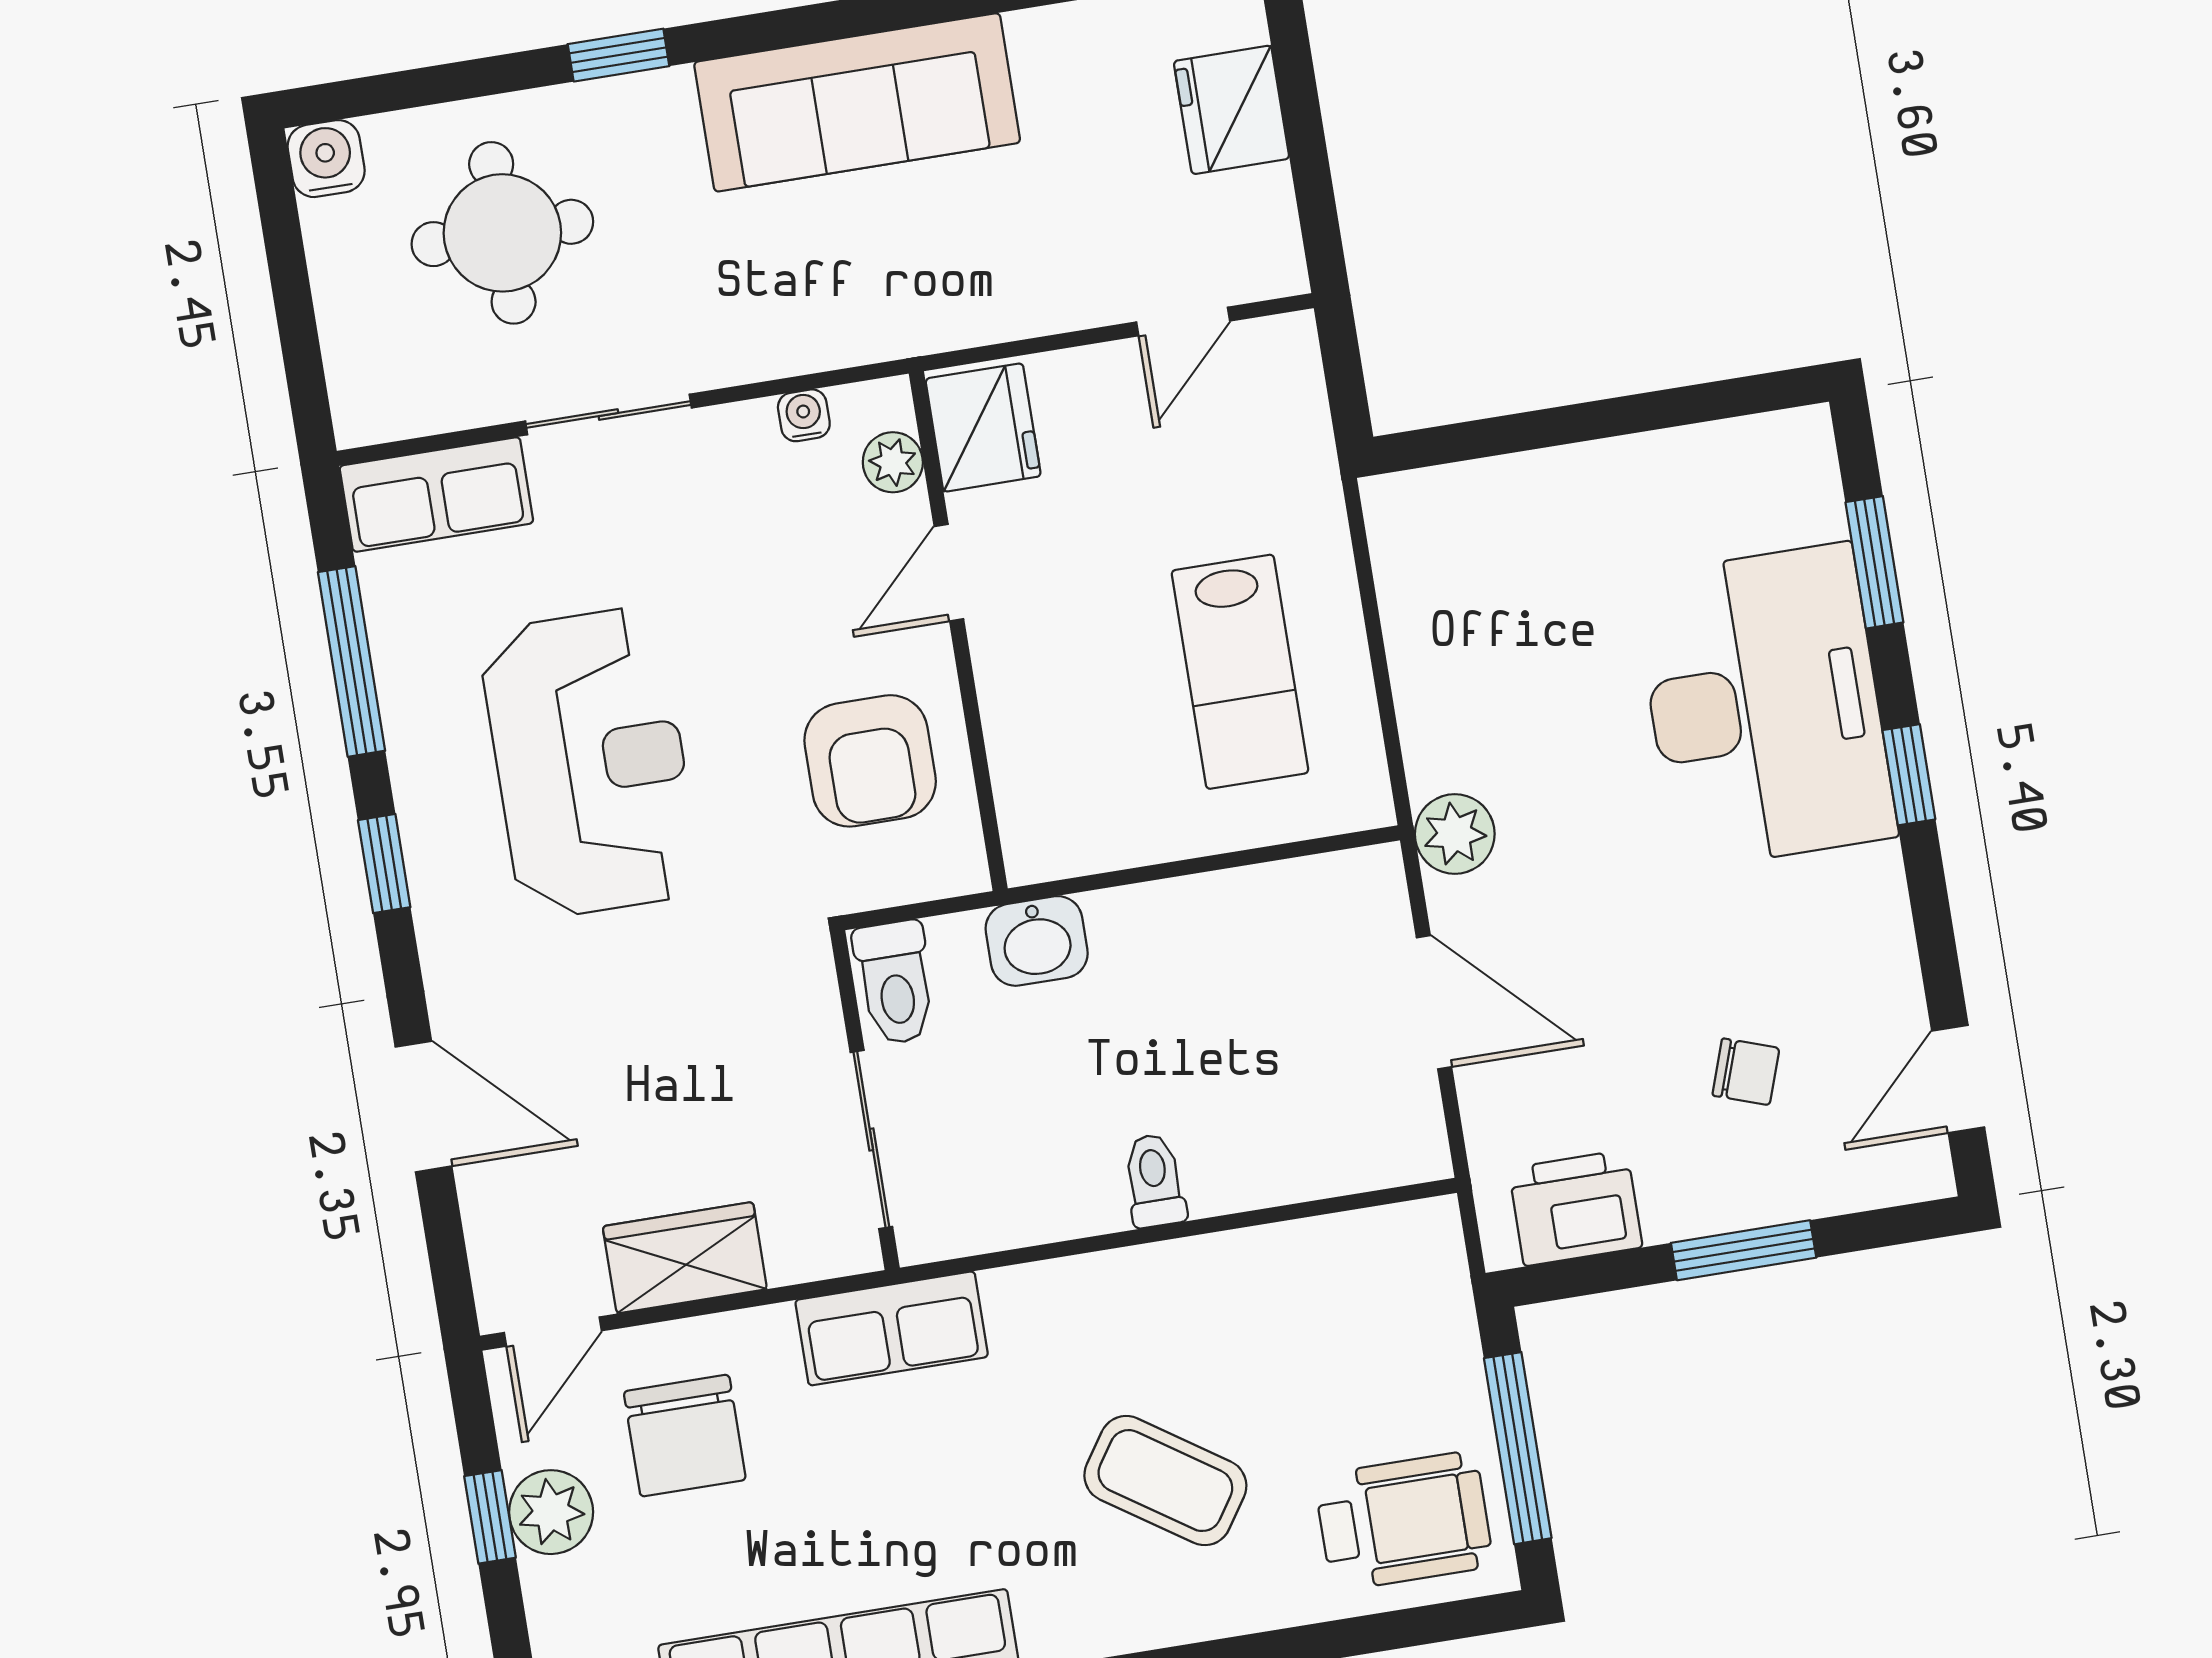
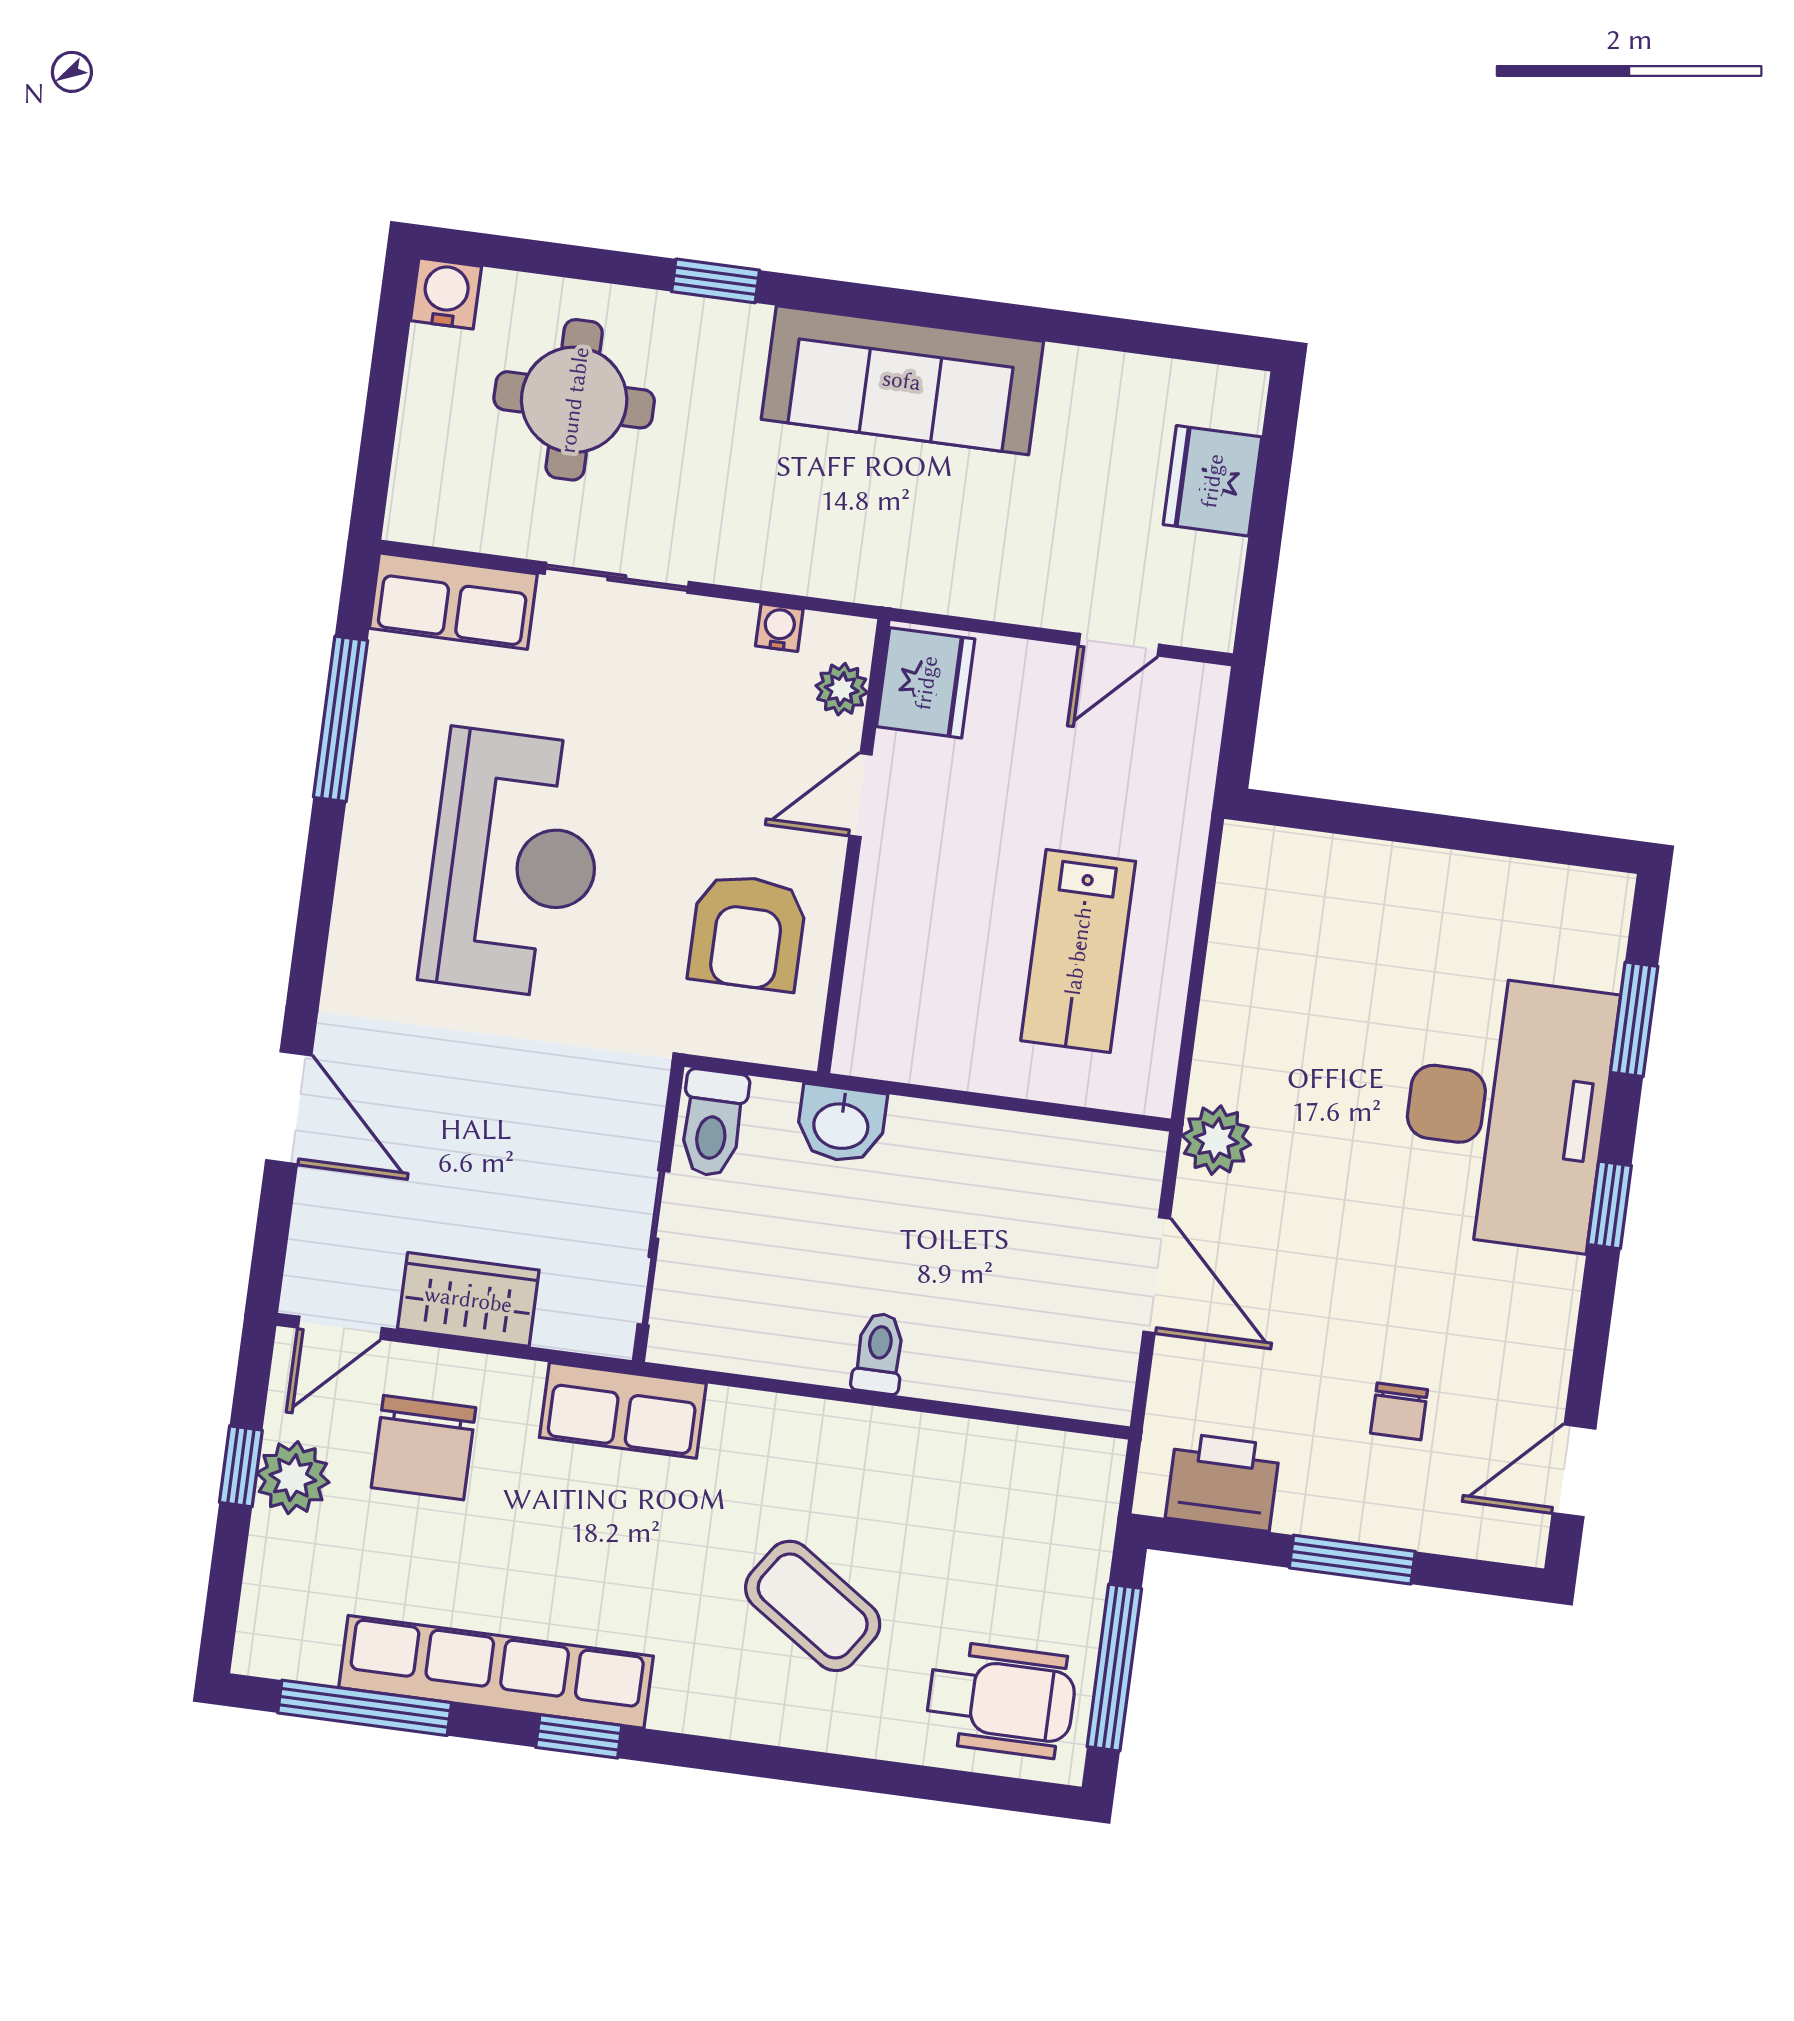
window: (384, 864) -> (317, 895), removed
chair: (1746, 1072) -> (1399, 1411), turned 71

